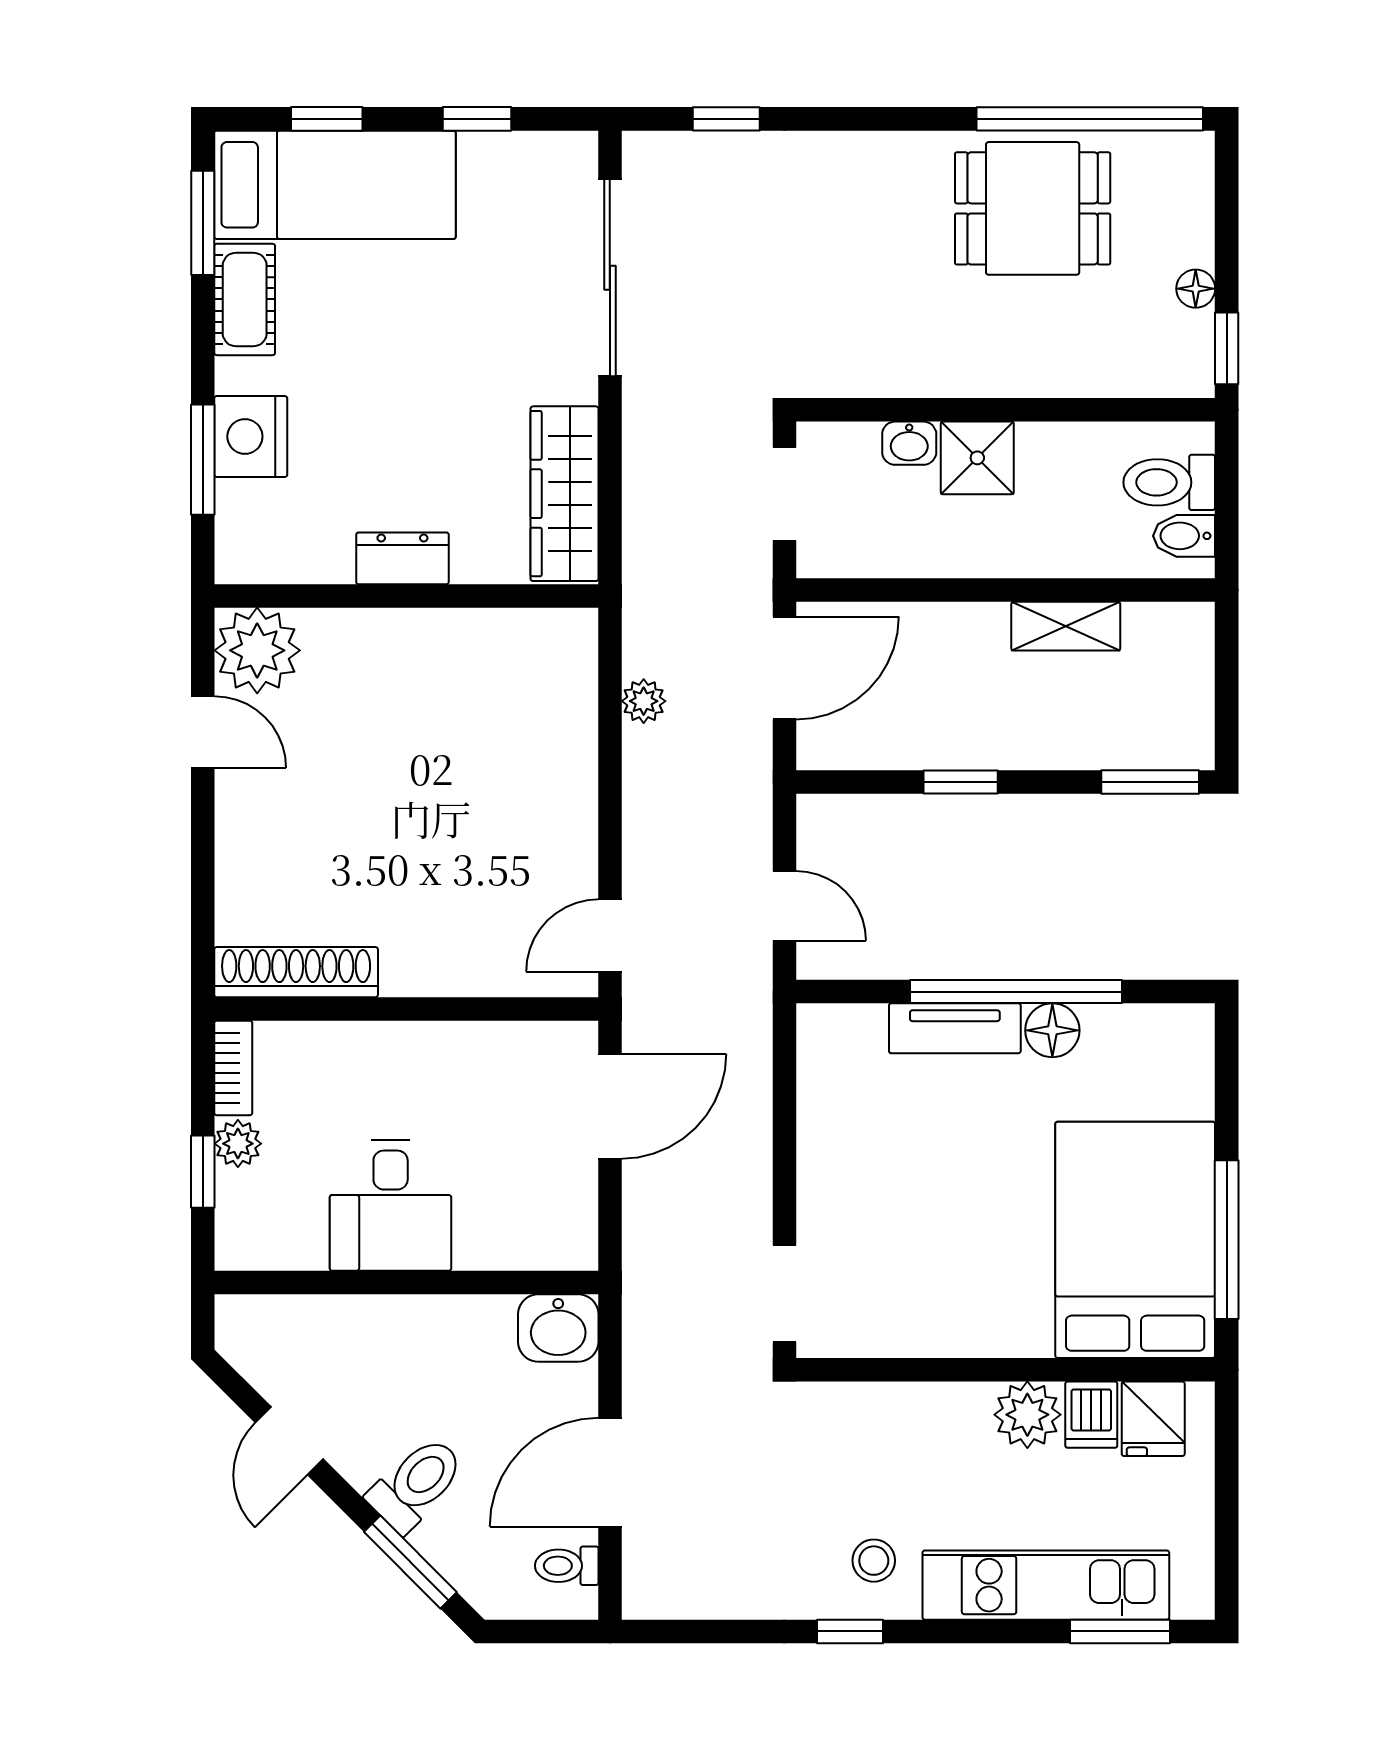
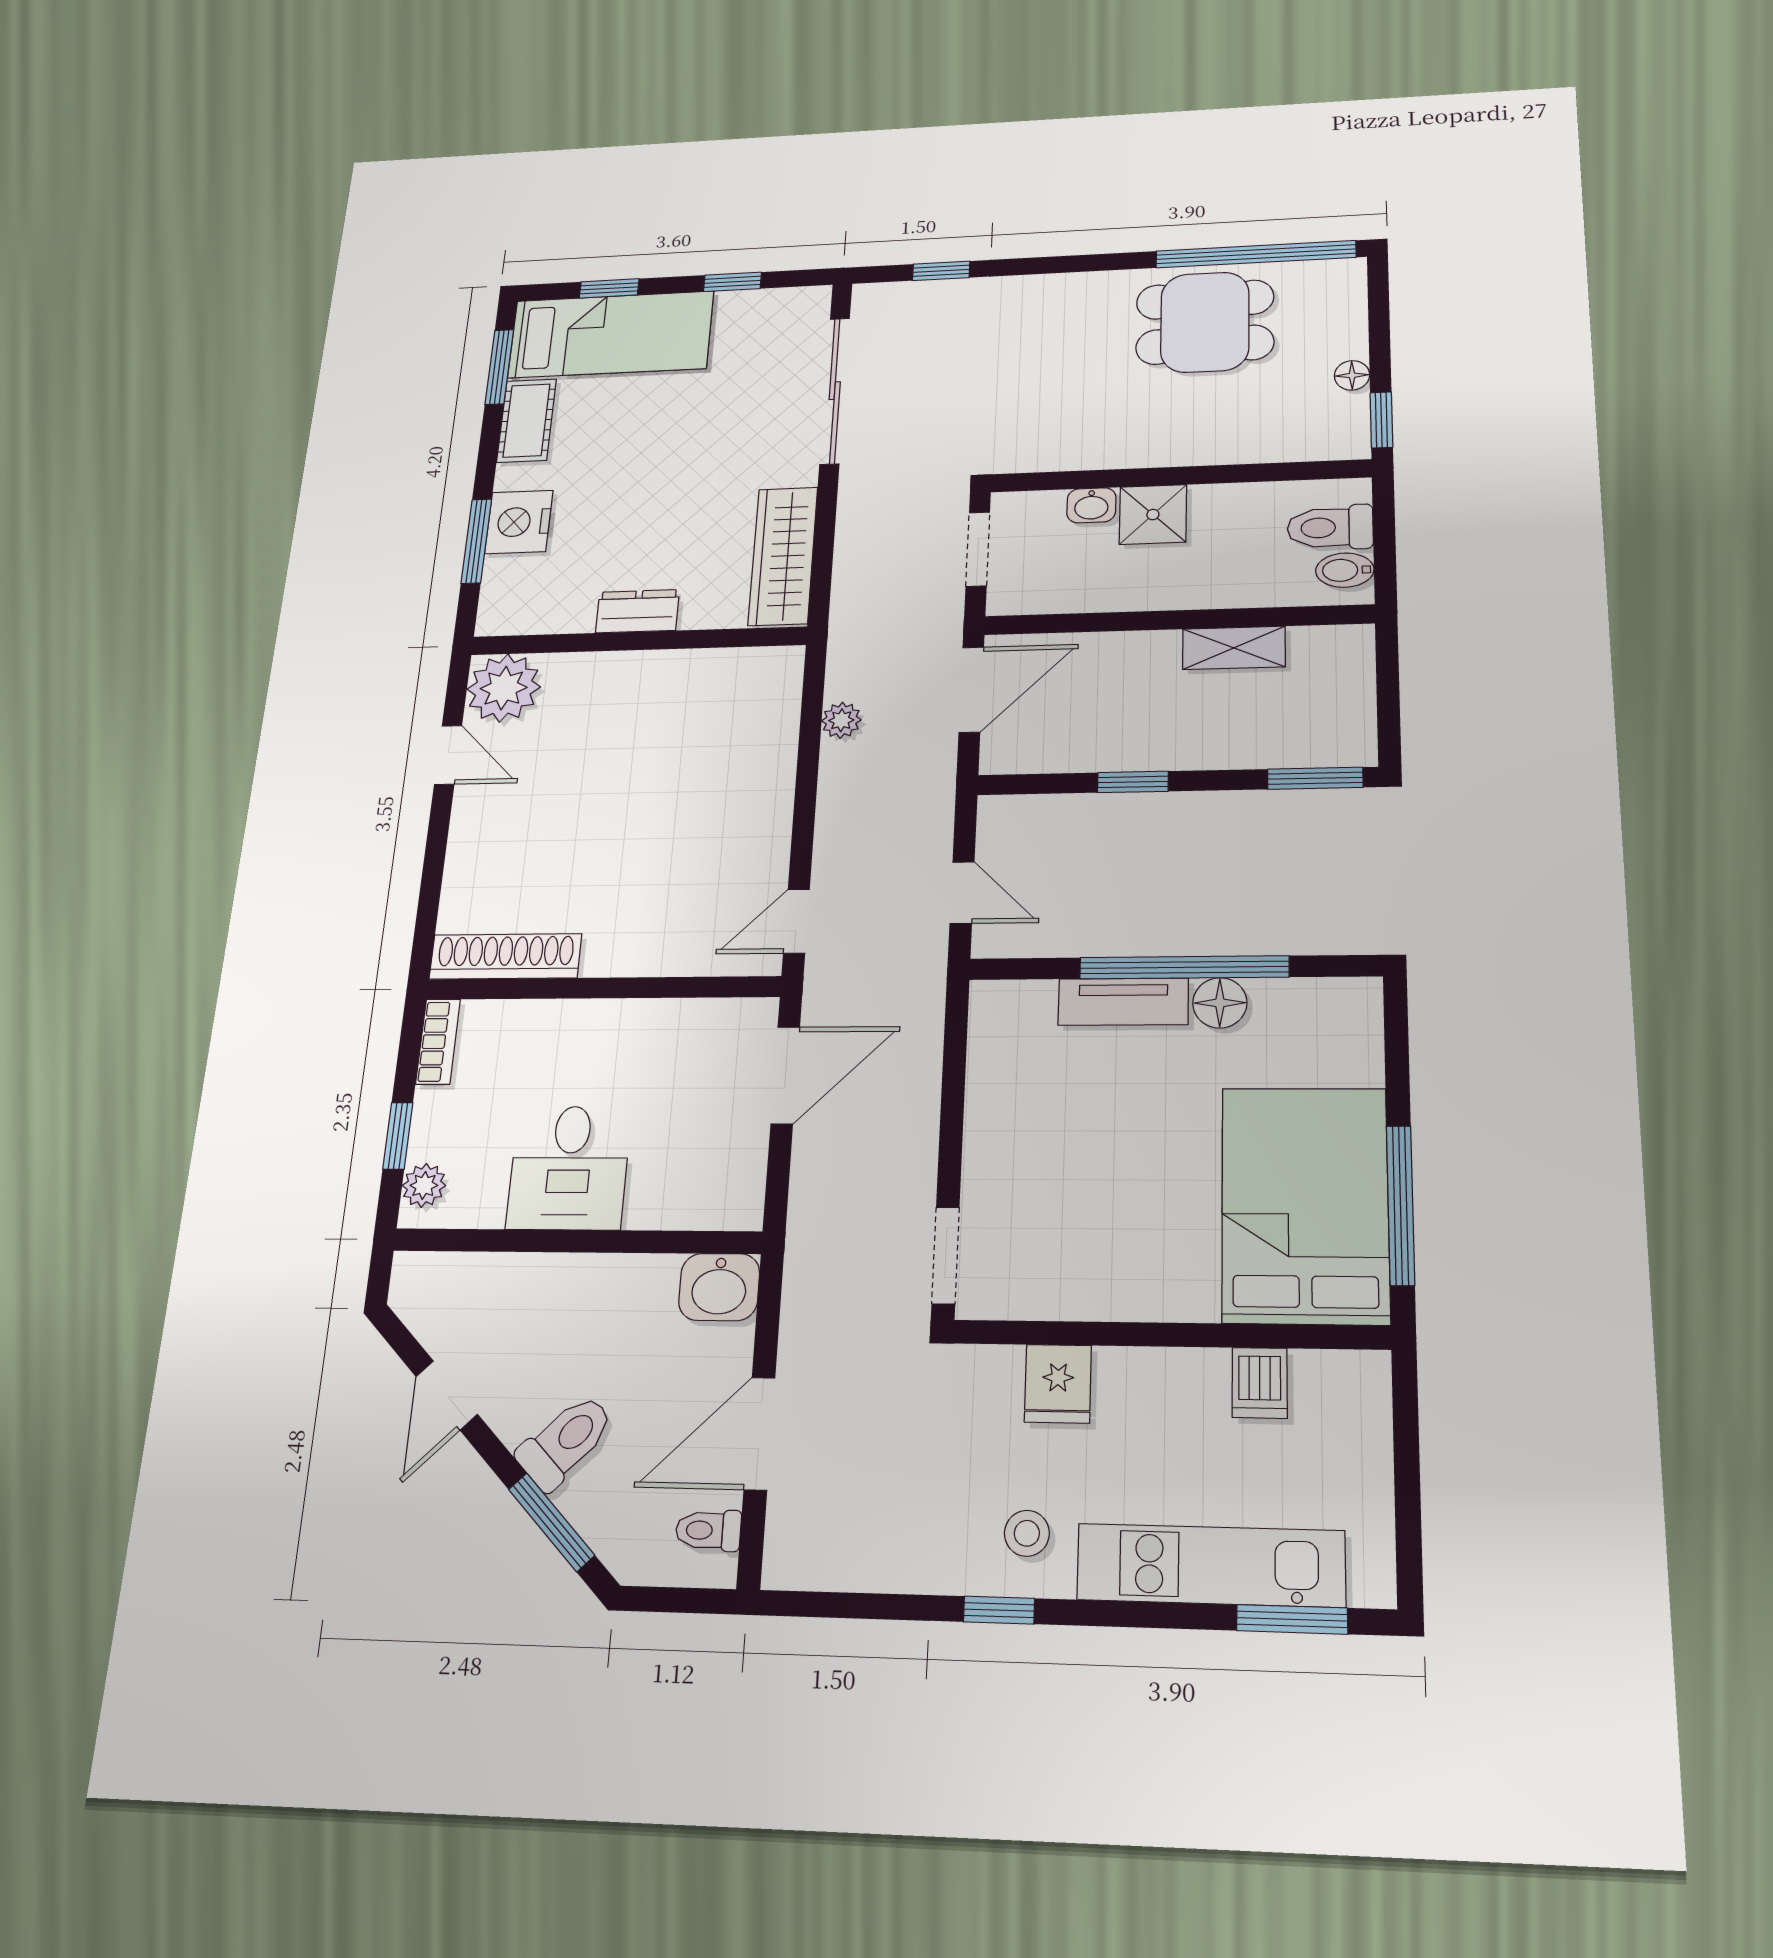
plant: (238, 1144) -> (424, 1185), moved
plant: (1027, 1415) -> (1192, 1382), removed
fridge: (1153, 1419) -> (1058, 1384), moved

